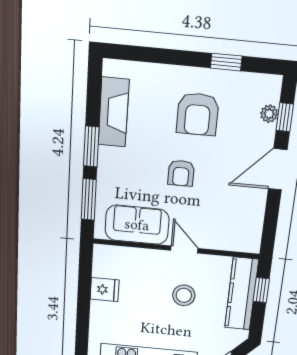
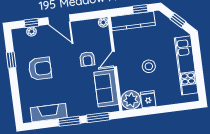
armchair: (181, 173) -> (87, 59), moved, turned 90
plant: (252, 245) -> (103, 22), added
plant: (109, 261) -> (131, 100), added
window: (261, 290) -> (140, 9), moved
stool: (184, 295) -> (149, 66), moved

